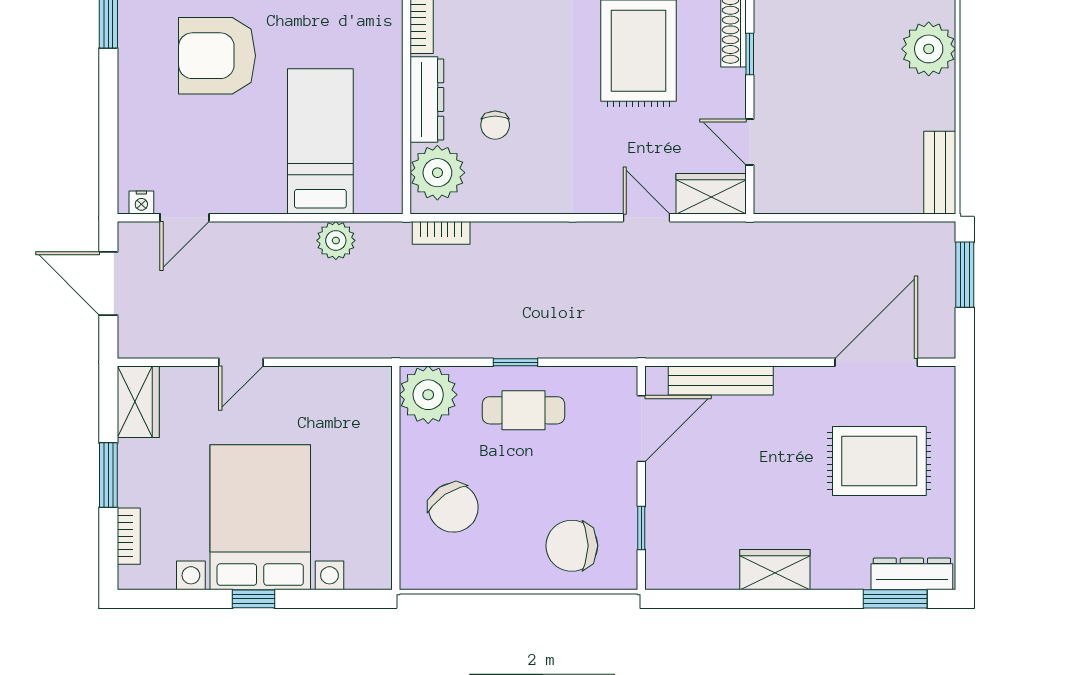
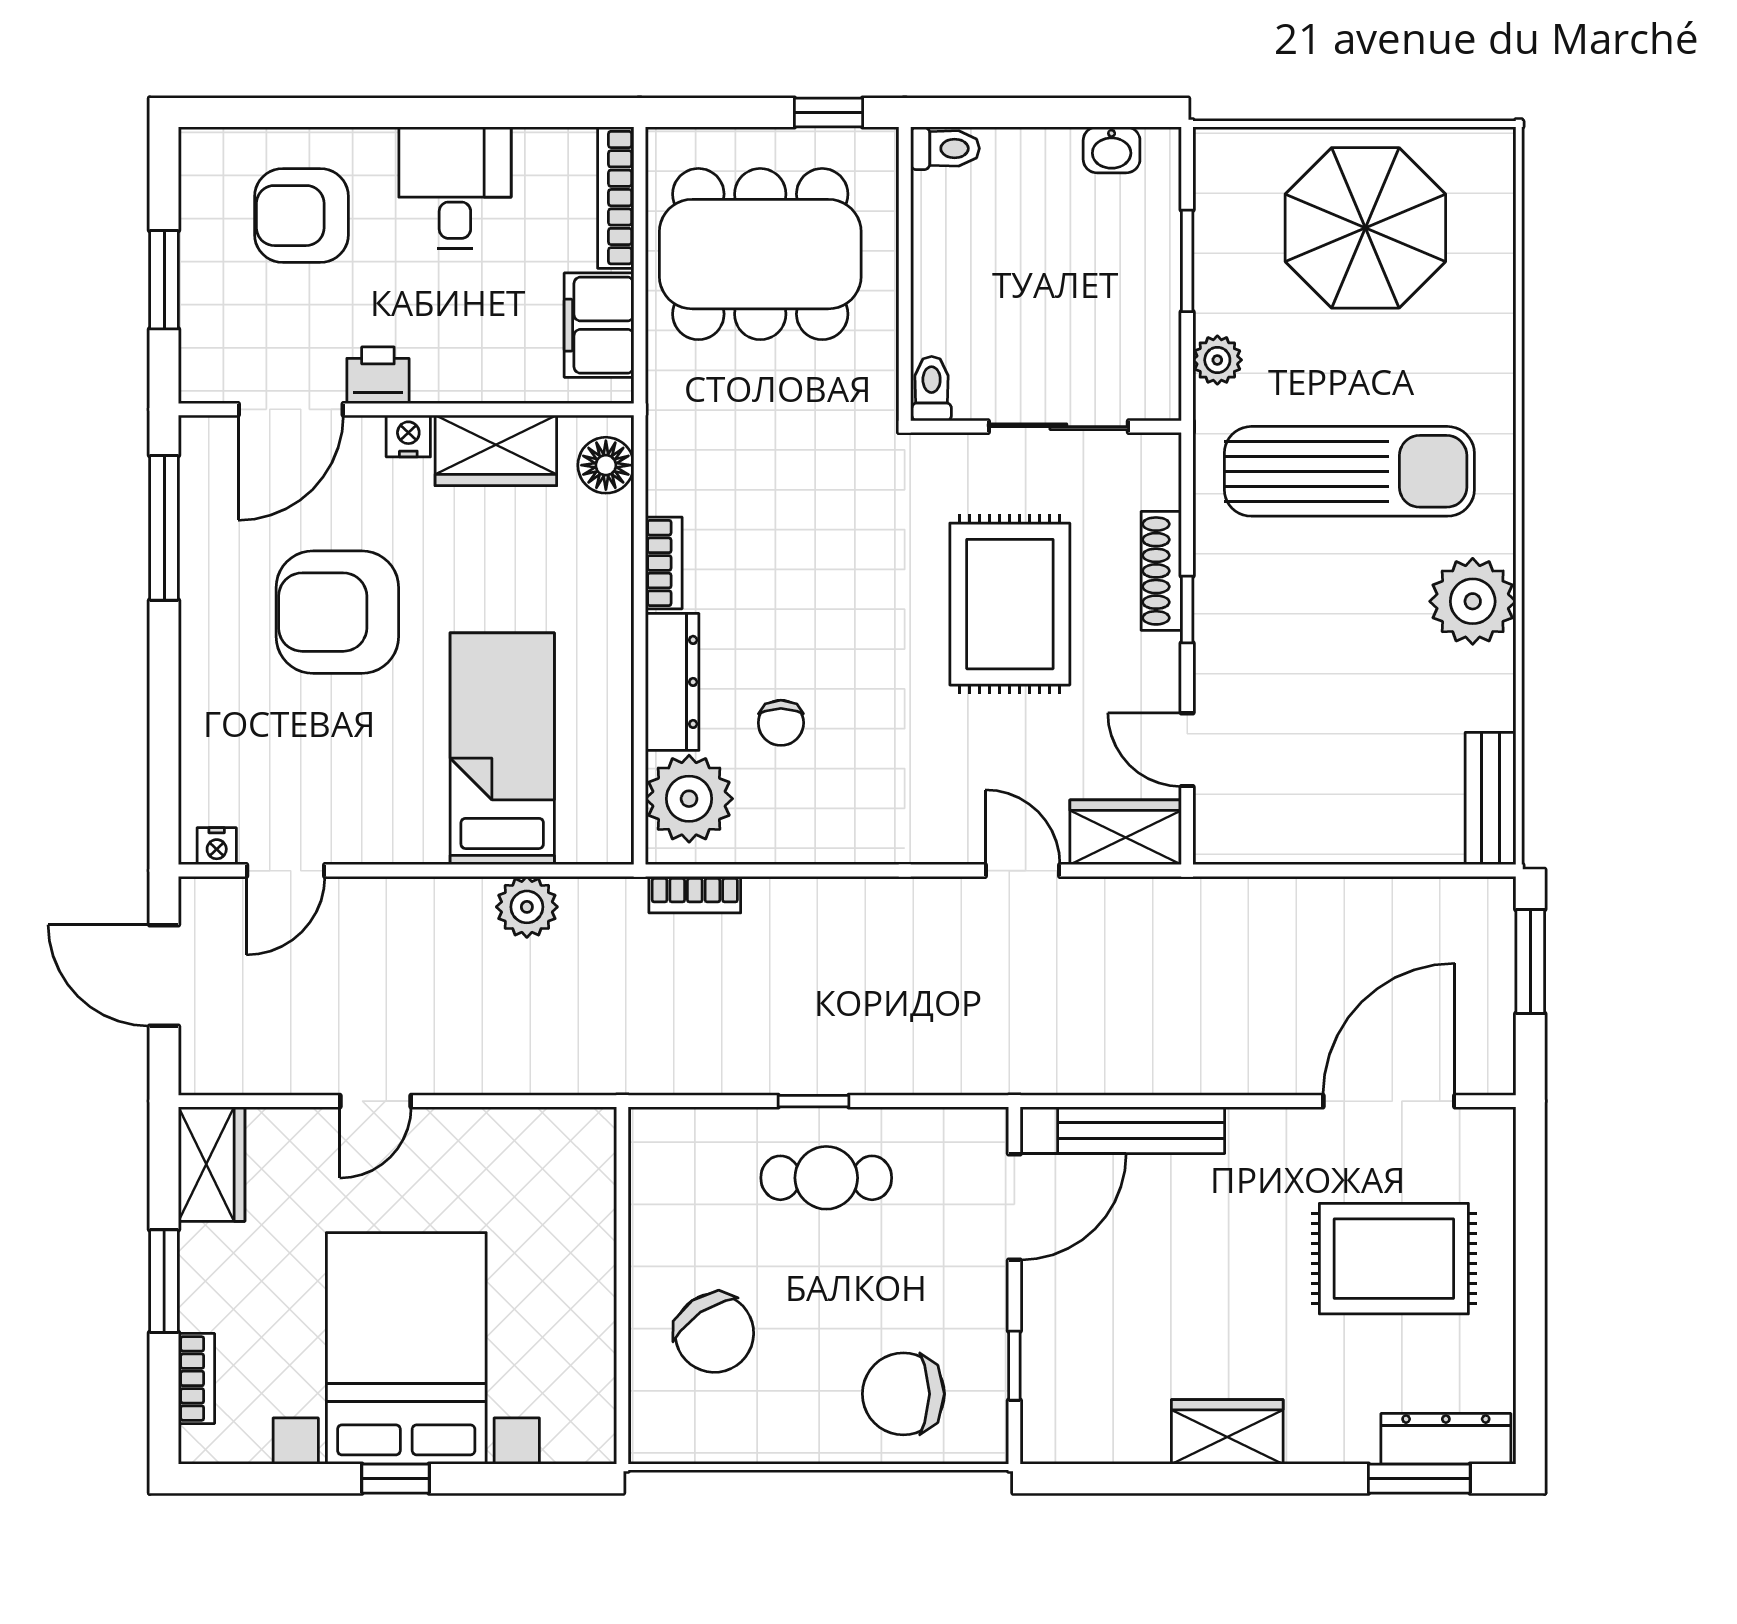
plant: (428, 395) -> (674, 1153), removed

